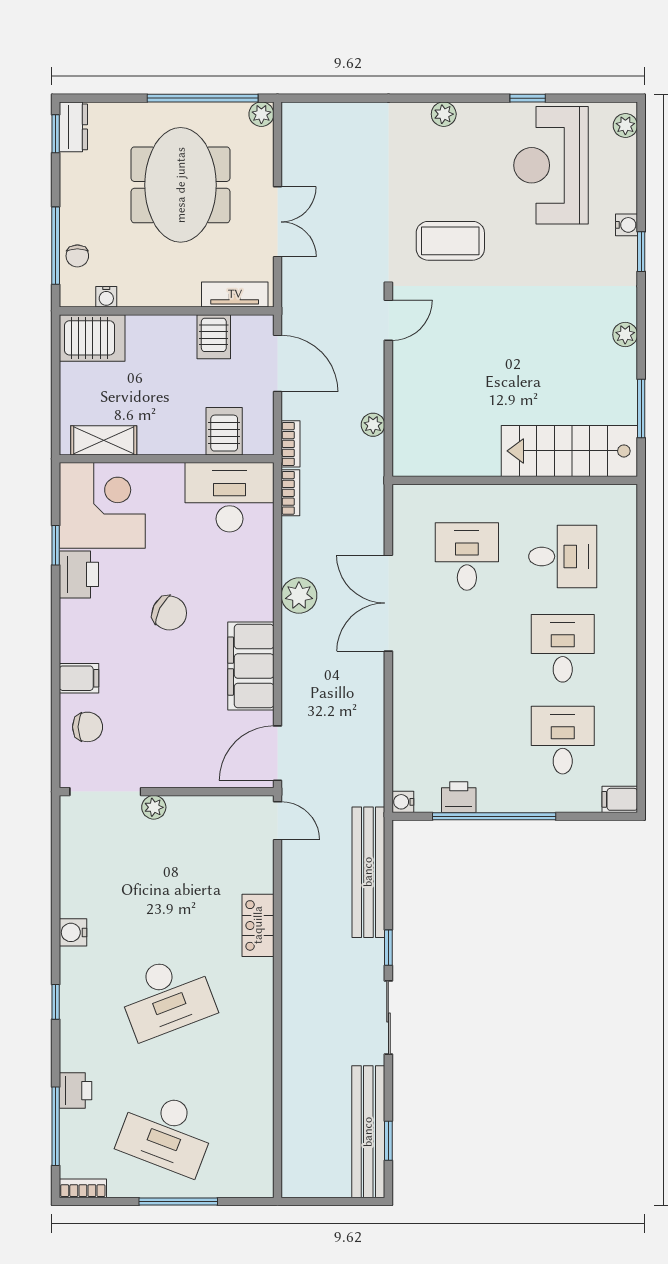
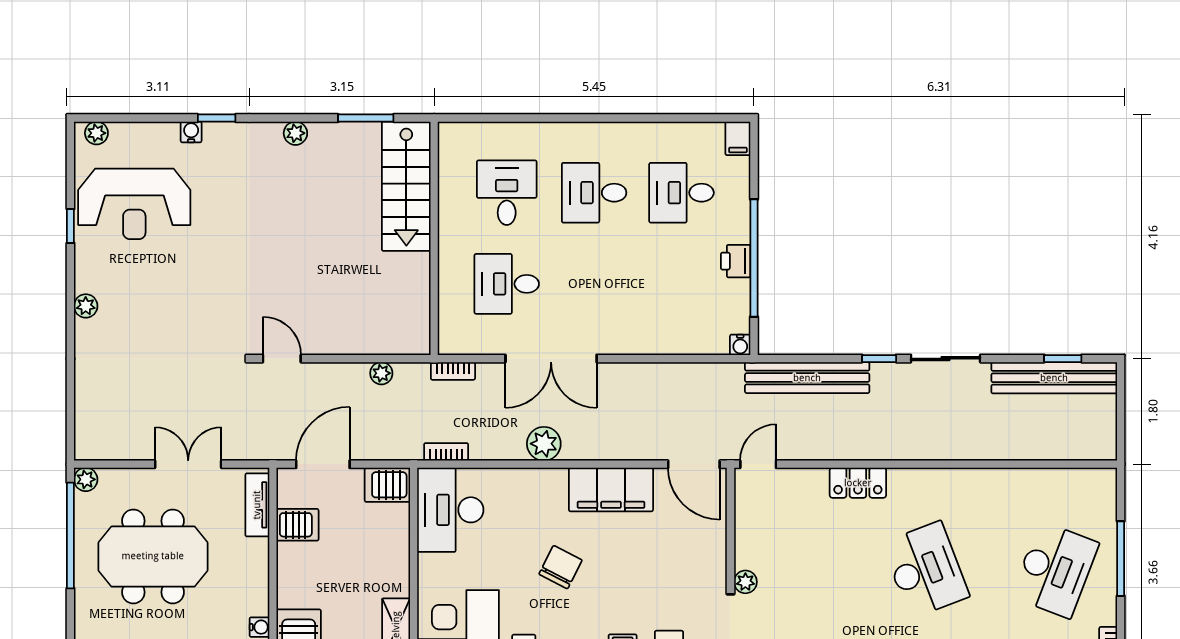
coffee table: (450, 241) -> (206, 300), removed
server rack: (224, 431) -> (387, 485), moved
bookcase: (290, 444) -> (453, 371), moved, turned 180
printer: (459, 797) -> (736, 261), moved

